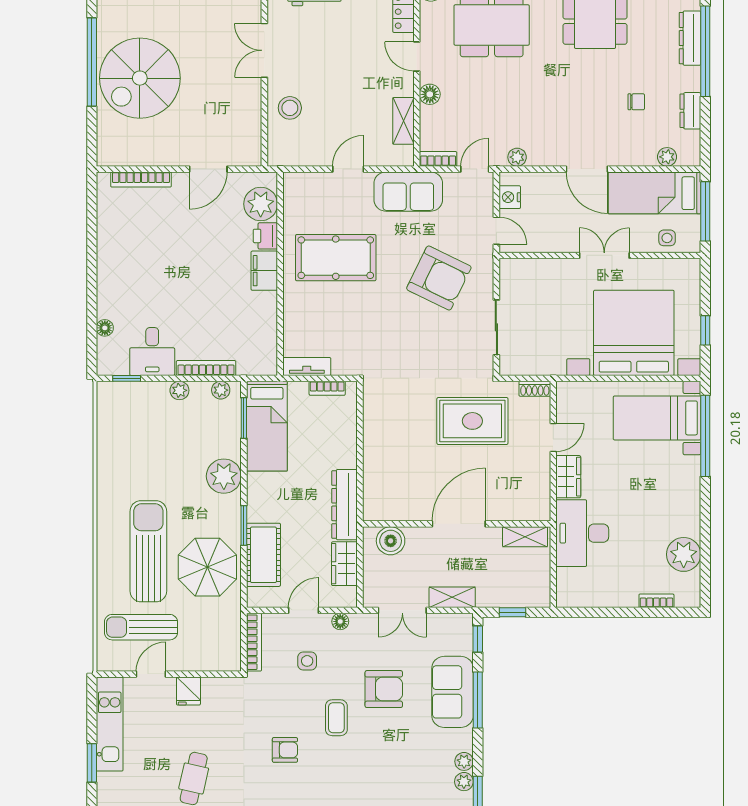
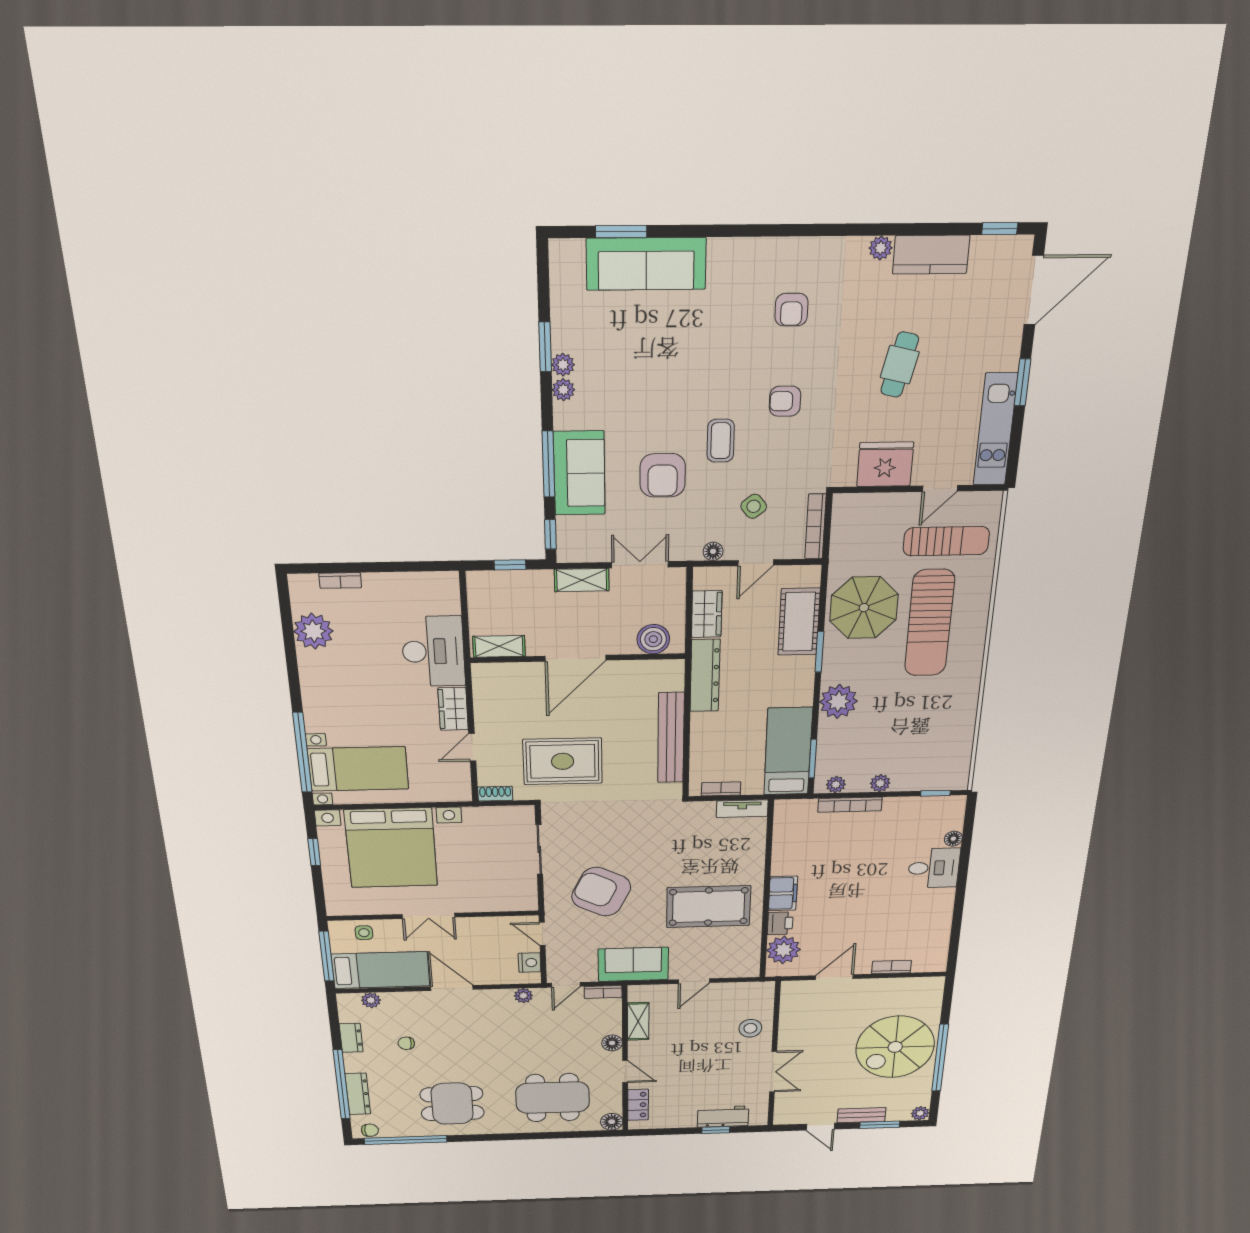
spiral stairs: (140, 78) -> (895, 1047), turned 180
bookcase: (141, 179) -> (891, 967), width x0.64
desk: (152, 352) -> (934, 868), moved, turned 90
bench: (374, 443) -> (671, 738), added
side table: (307, 661) -> (754, 506), turned -38
armchair: (384, 689) -> (663, 475), turned -90
fridge: (188, 691) -> (885, 464), width x1.88, depth x1.34

